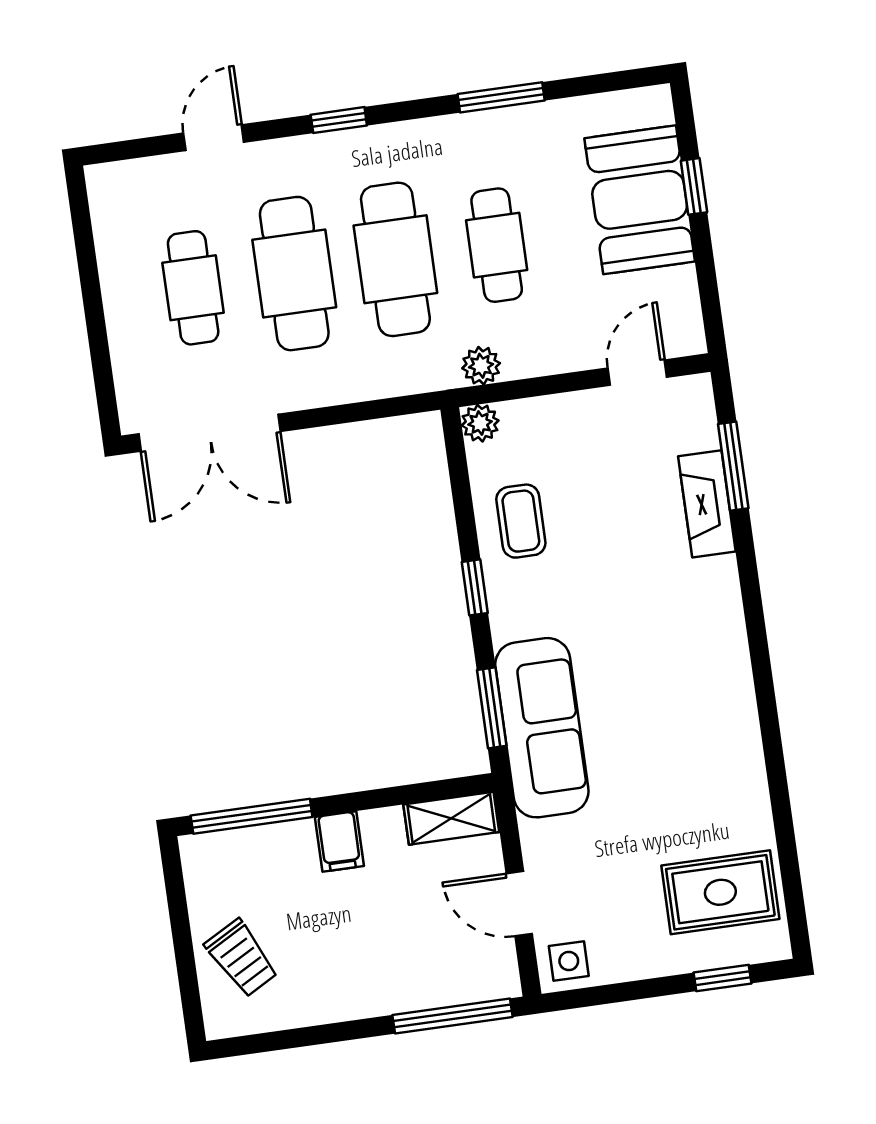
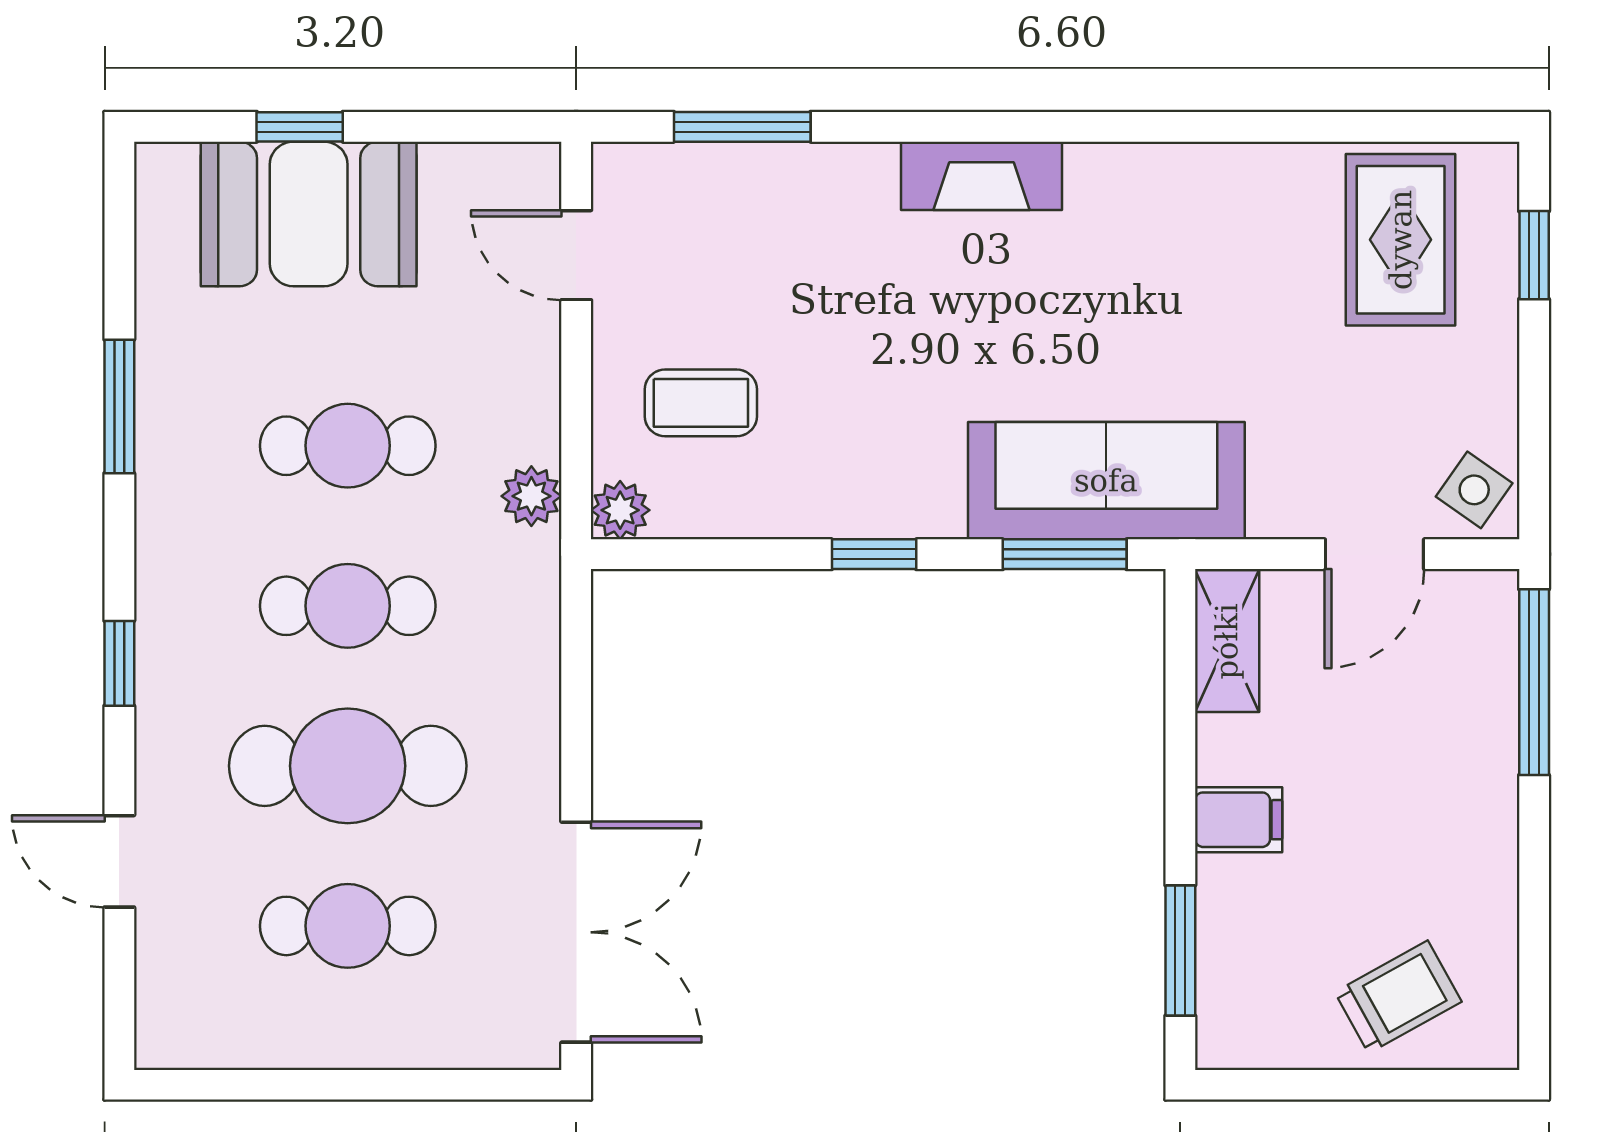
cafe table: (395, 259) -> (348, 606), width x0.73, depth x0.74
fireplace: (707, 504) -> (981, 176), moved
coffee table: (521, 521) -> (701, 403), moved
window: (252, 816) -> (1180, 950), width x0.69
side table: (569, 961) -> (1474, 490), turned 35

